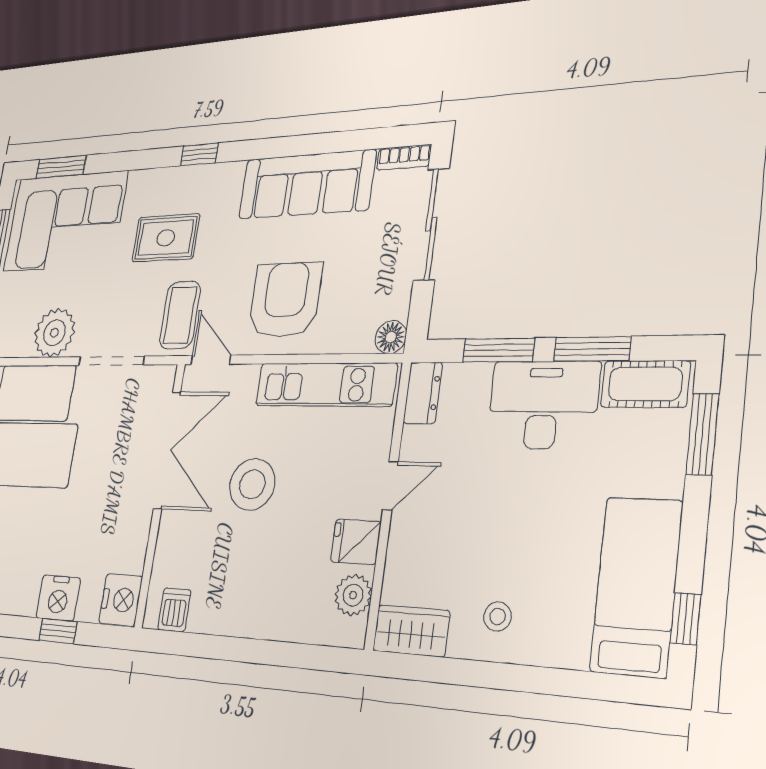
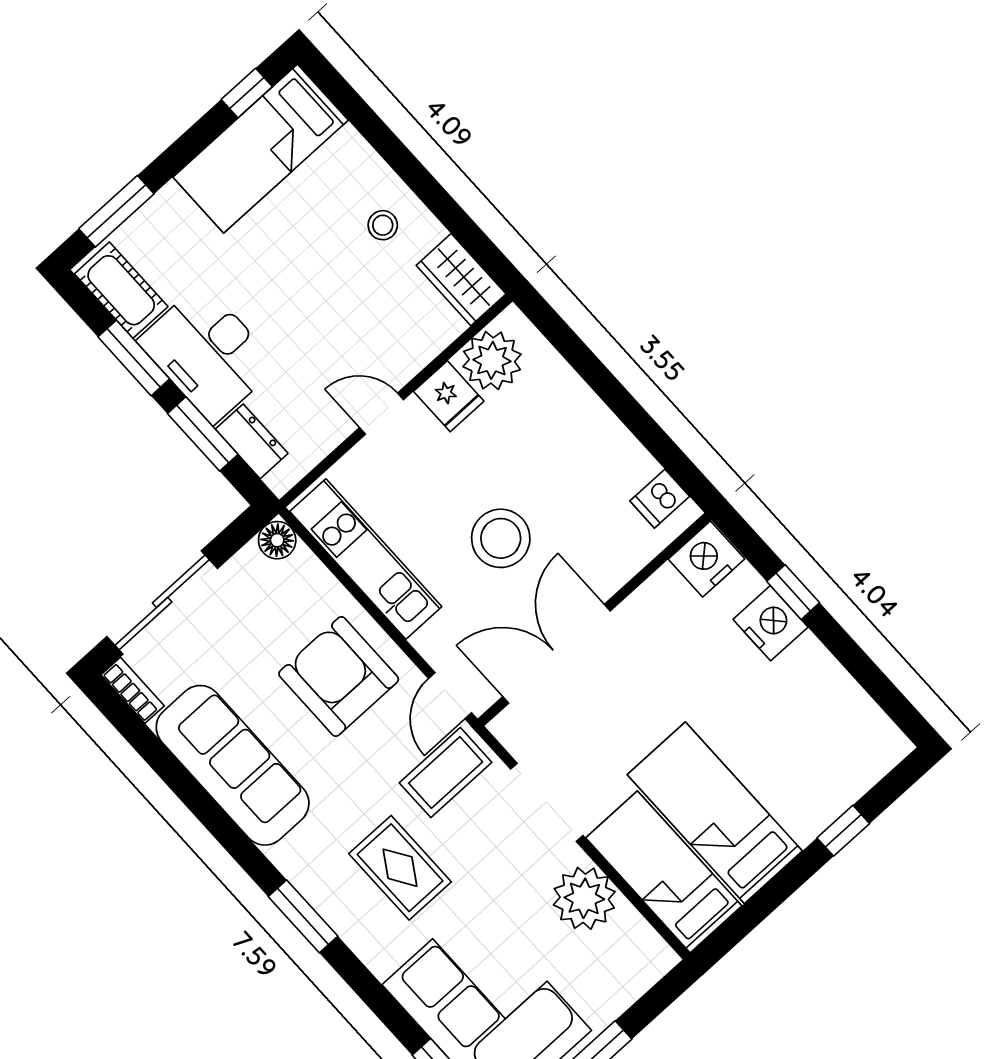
window: (199, 154) -> (303, 916), width x1.50
armchair: (285, 300) -> (339, 676), turned 90
dresser: (423, 393) -> (252, 441), moved, turned 90
plant: (353, 595) -> (492, 360), width x1.36, depth x1.36

